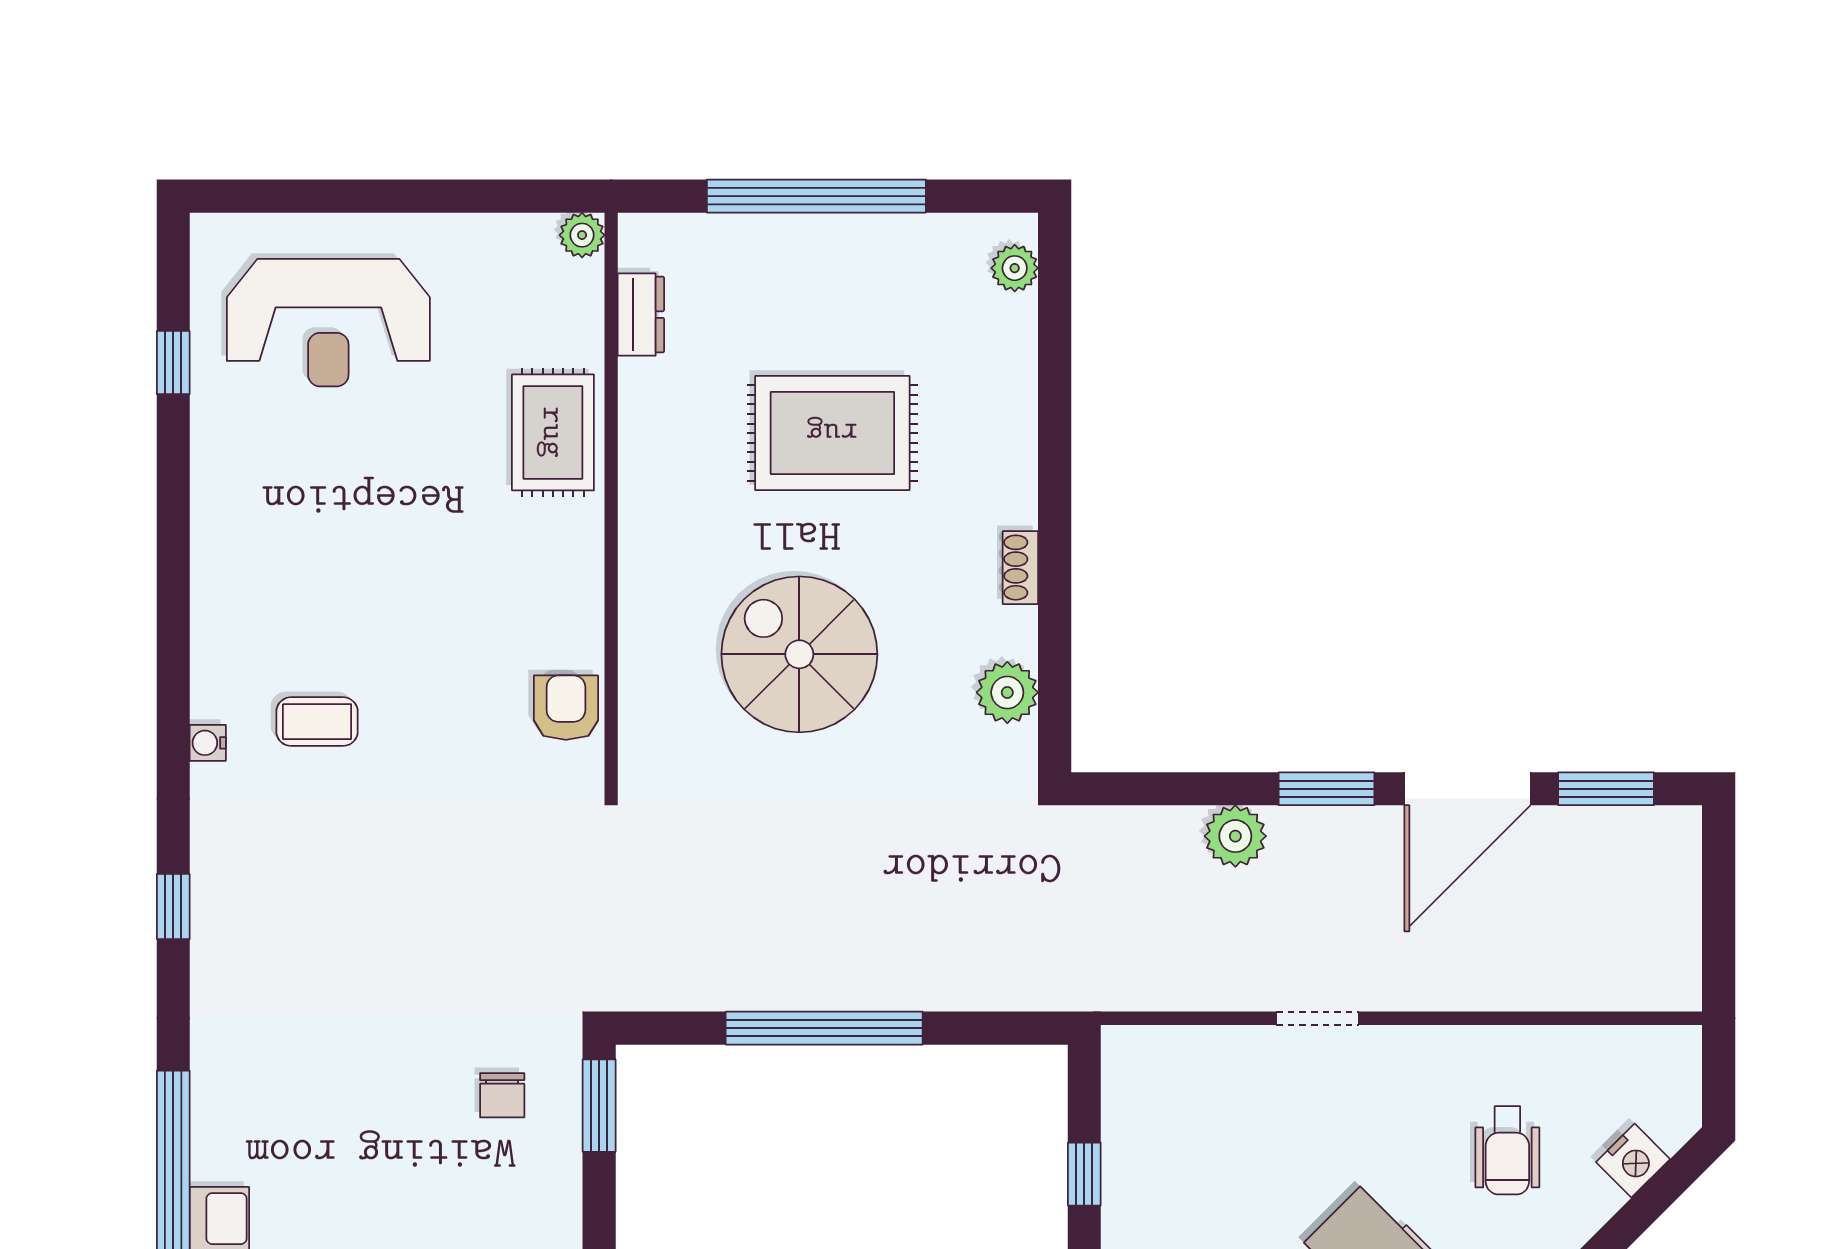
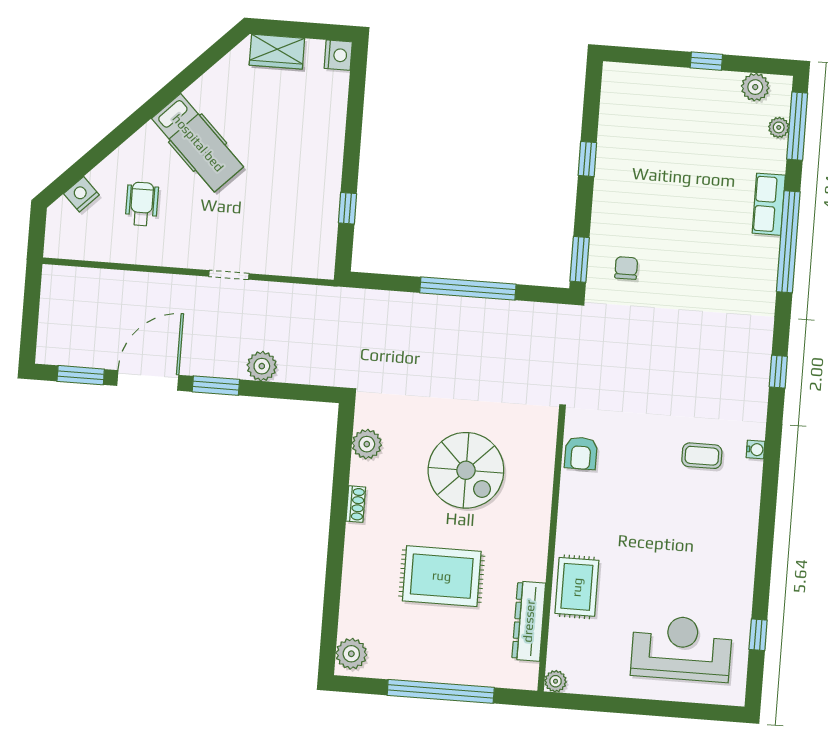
plant: (1015, 268) -> (351, 654), width x1.38, depth x1.38
dresser: (641, 315) -> (529, 621), width x1.96, depth x1.24

